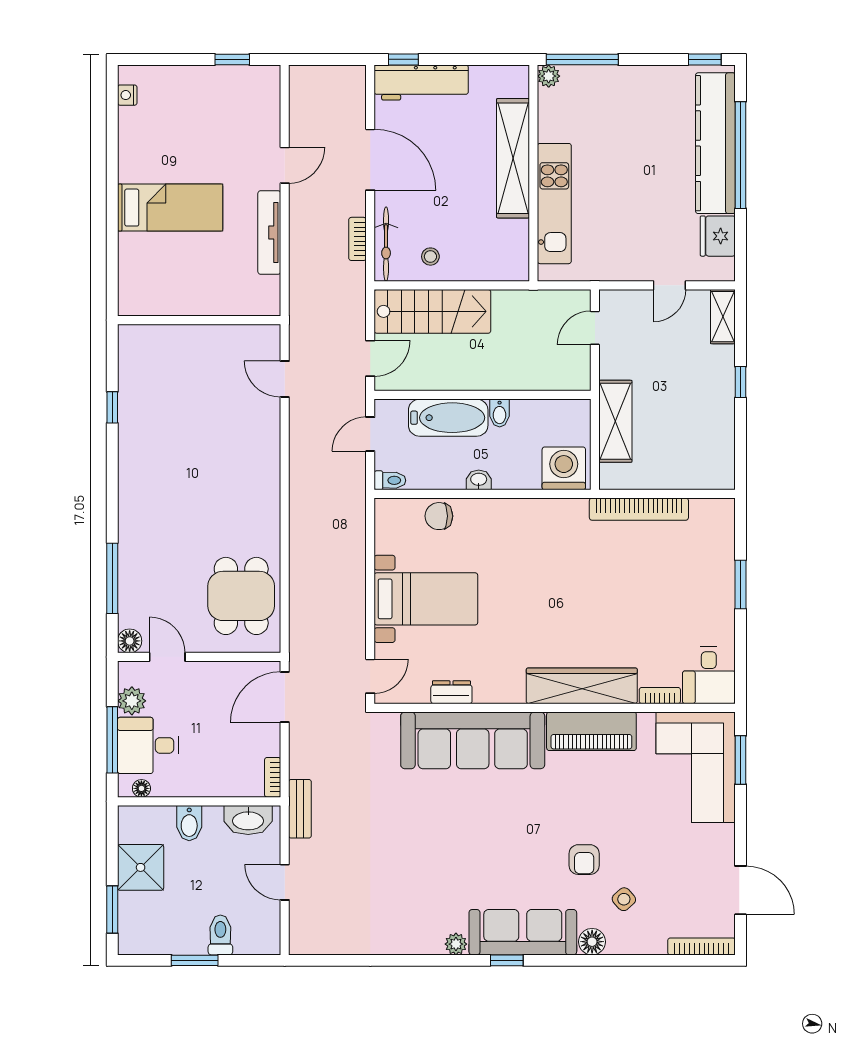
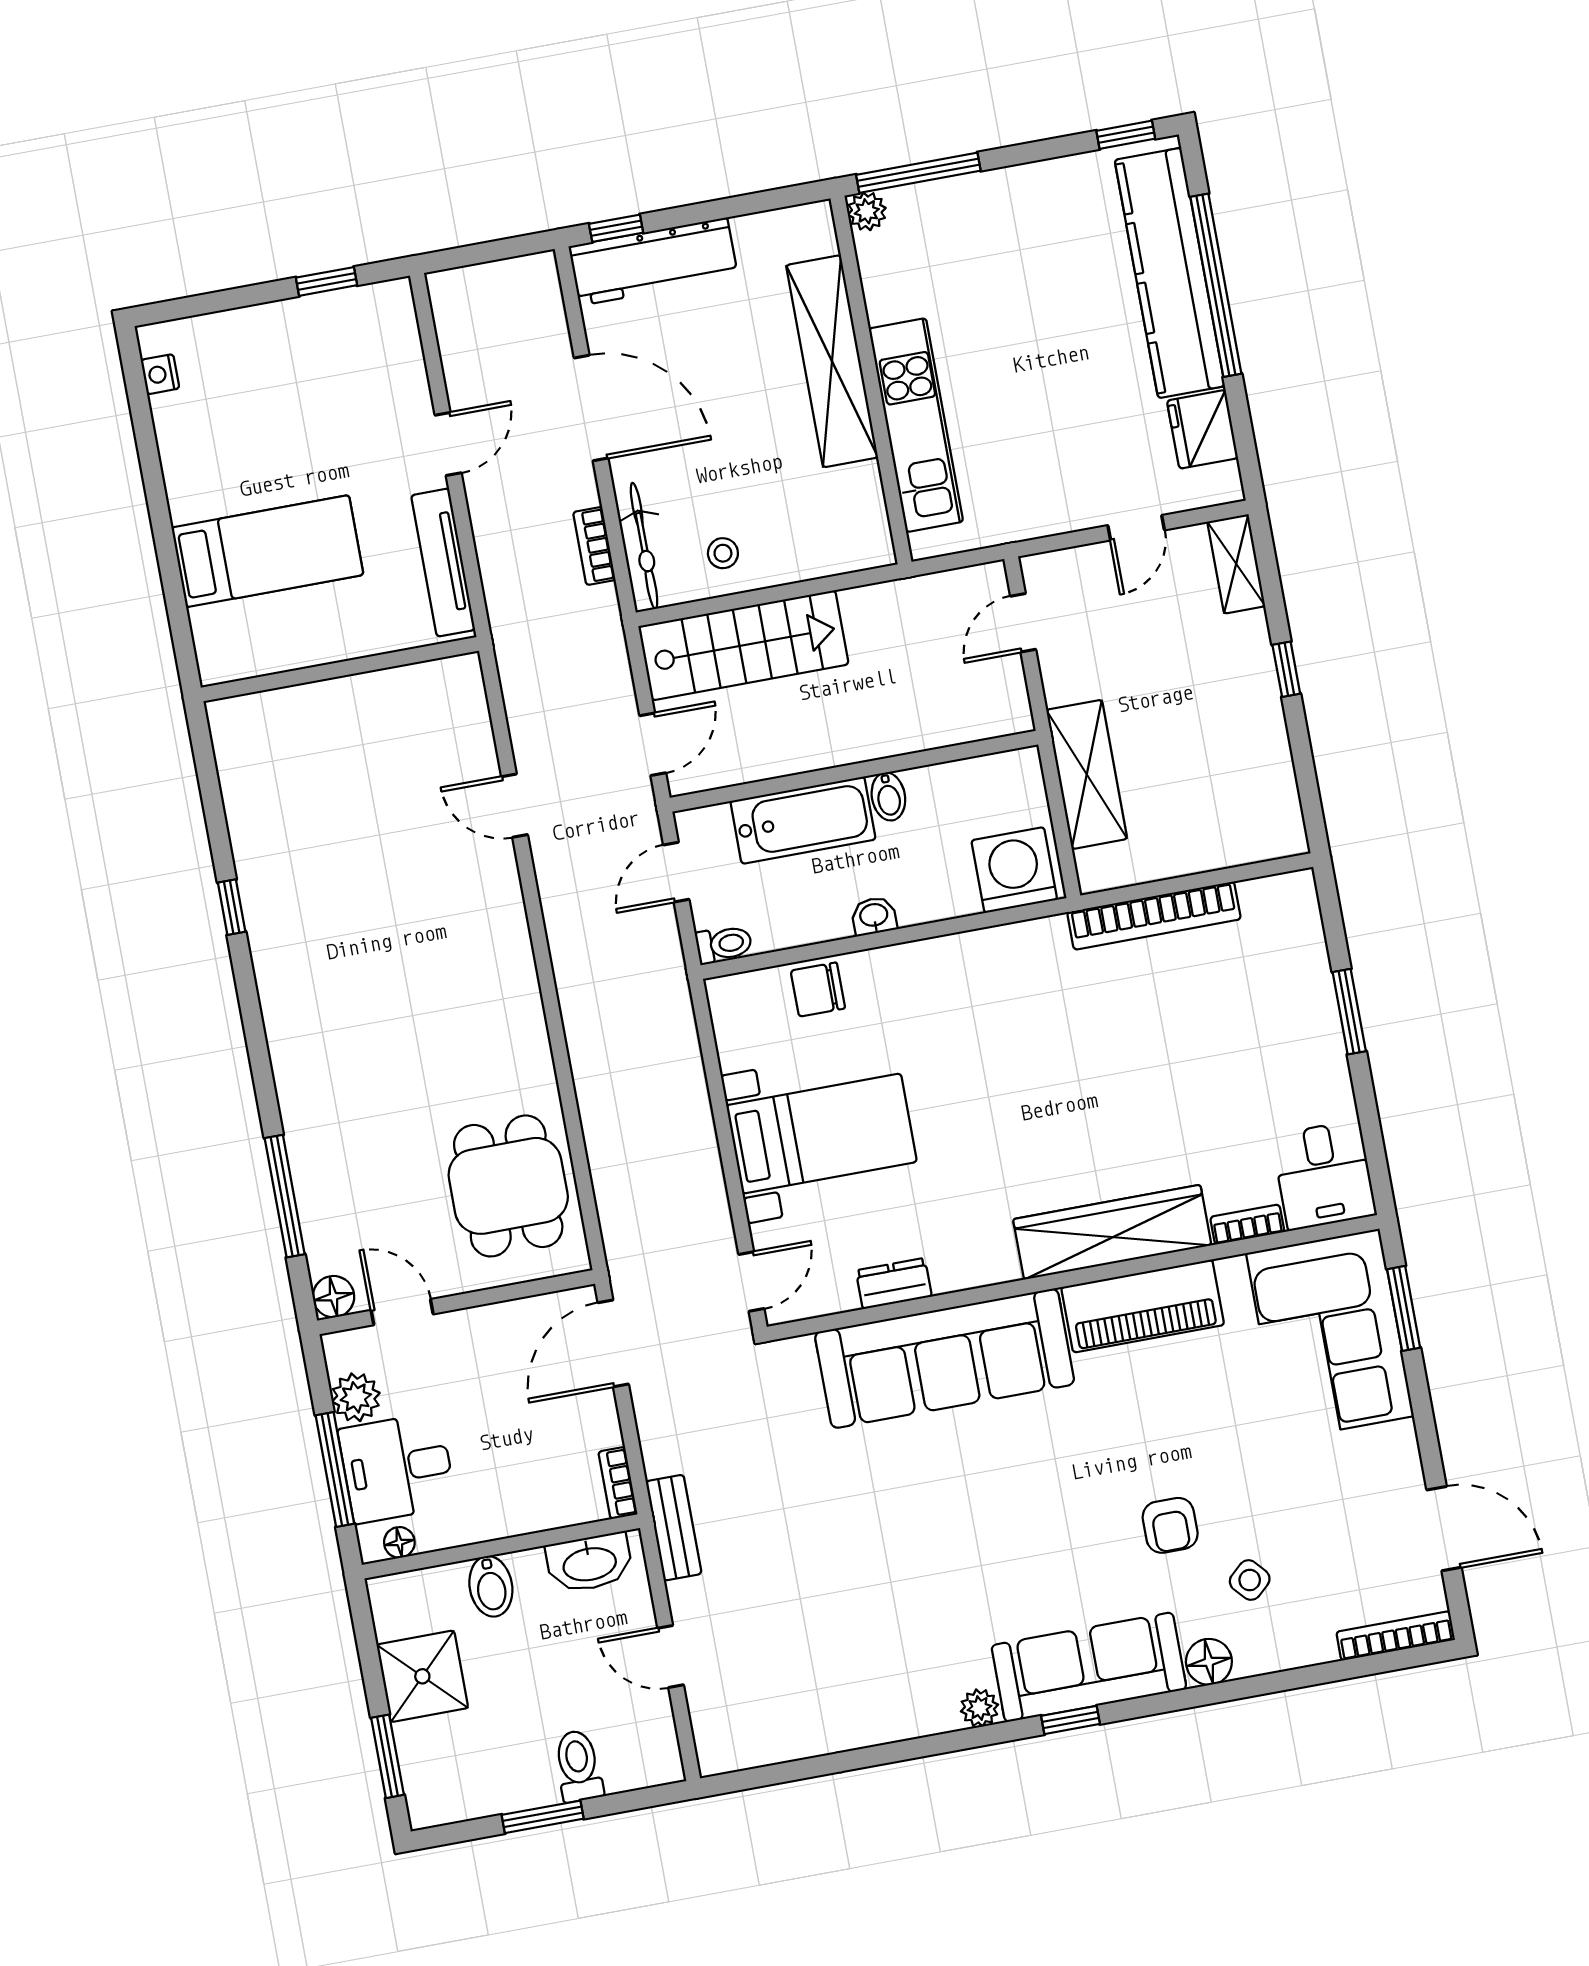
wall: (199, 320) -> (340, 669), moved

